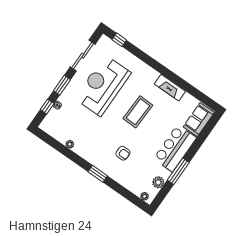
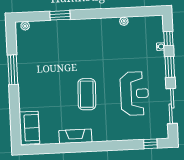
reception desk: (103, 86) -> (134, 94), width x0.74, depth x0.77
bar counter: (175, 148) -> (31, 87), removed
armchair: (123, 153) -> (72, 49), removed
window: (98, 174) -> (60, 15), moved
plant: (158, 182) -> (23, 47), removed

